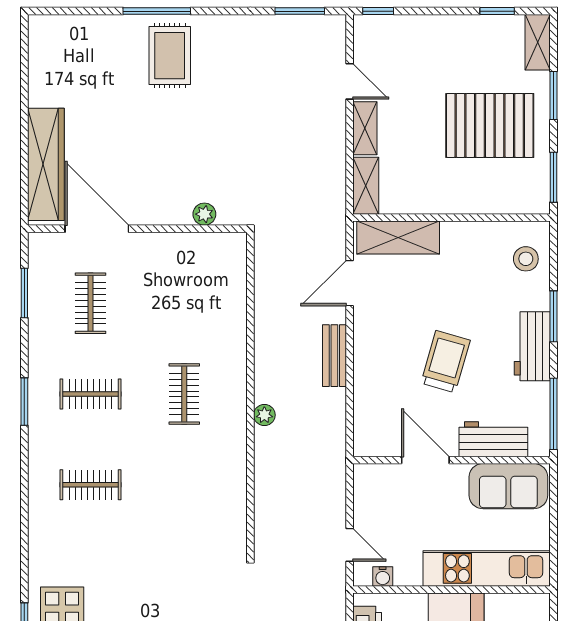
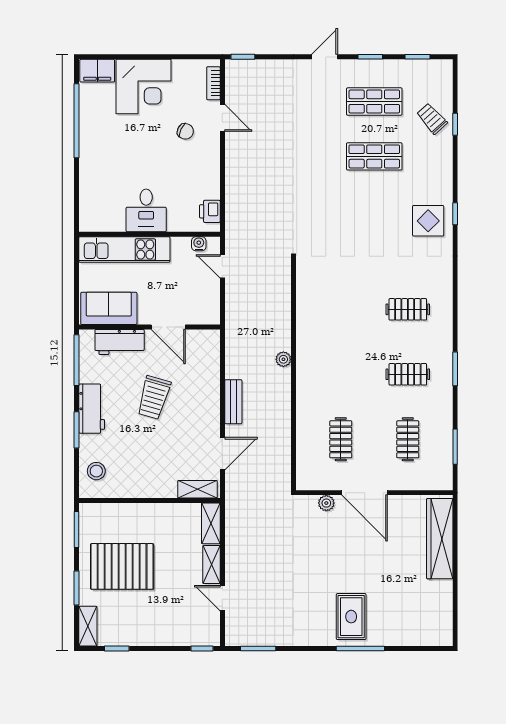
door: (97, 229) -> (365, 493), moved
shelving: (398, 238) -> (198, 489), width x0.67, depth x0.75
clothes rail: (184, 394) -> (341, 439), moved

